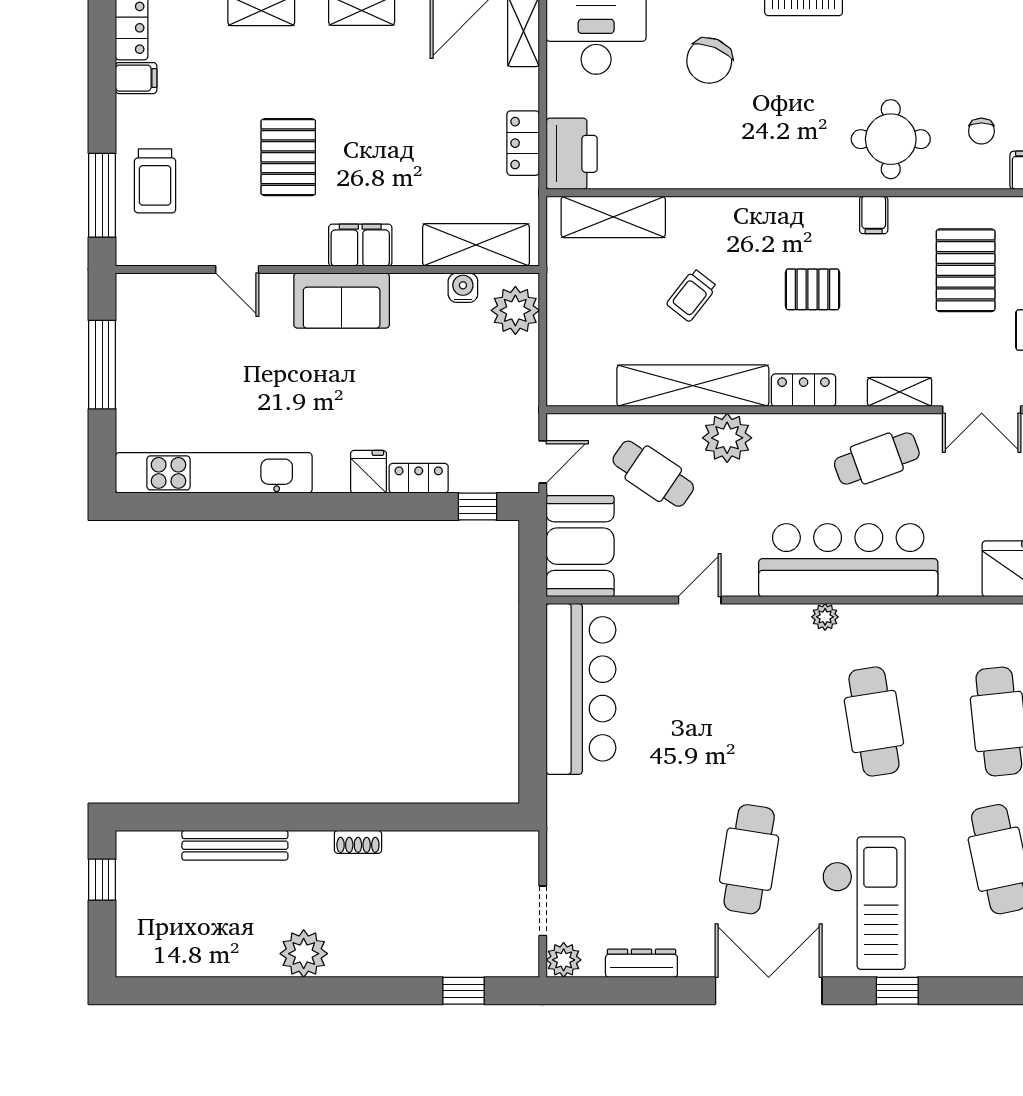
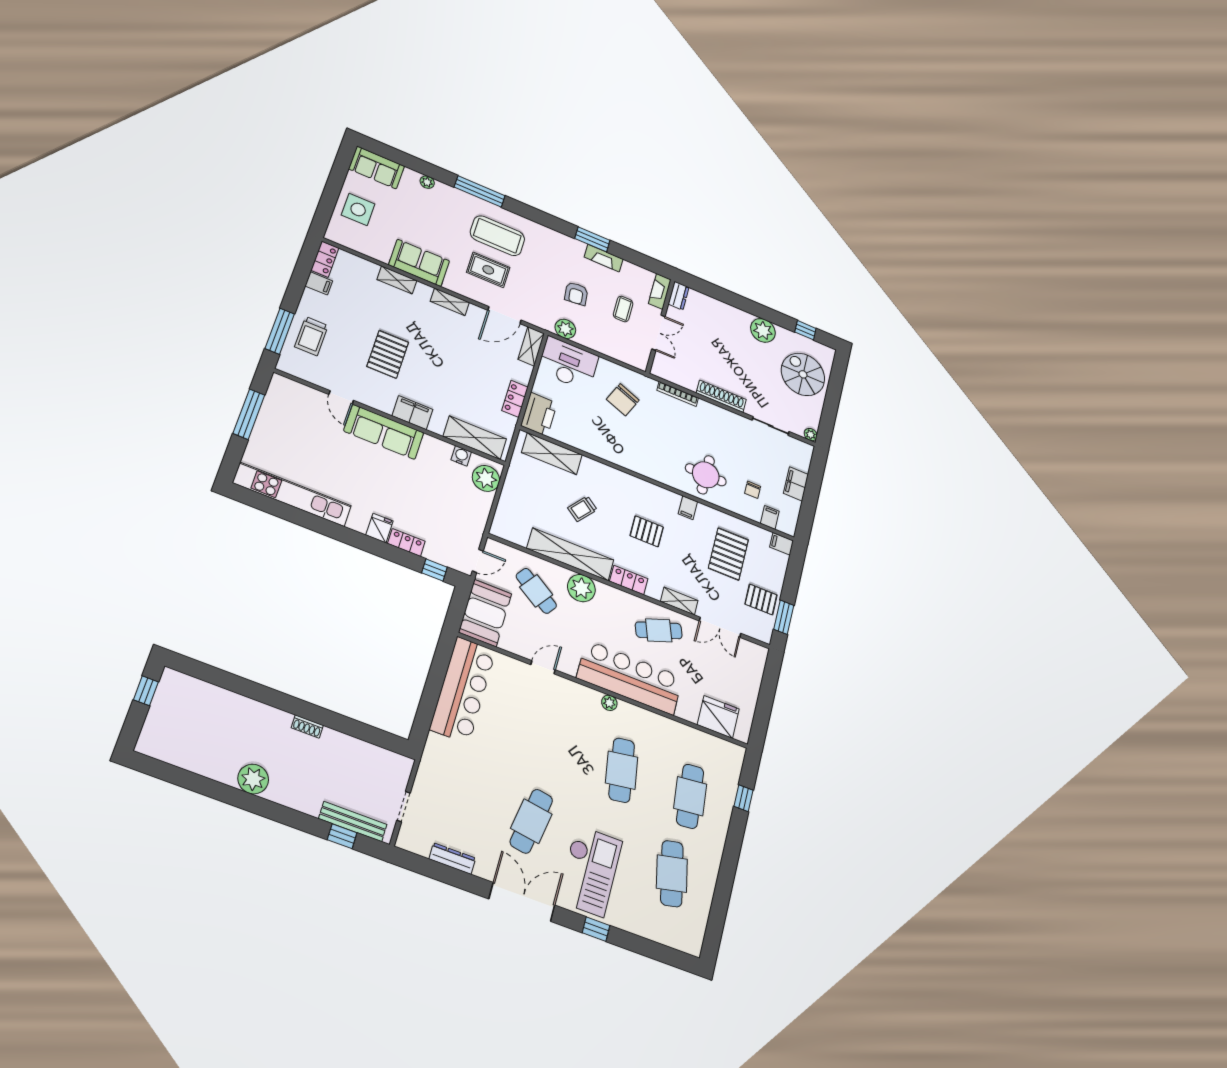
sofa: (342, 301) -> (384, 432), width x1.36
bench: (235, 845) -> (353, 822), moved
plant: (564, 960) -> (407, 840), removed

